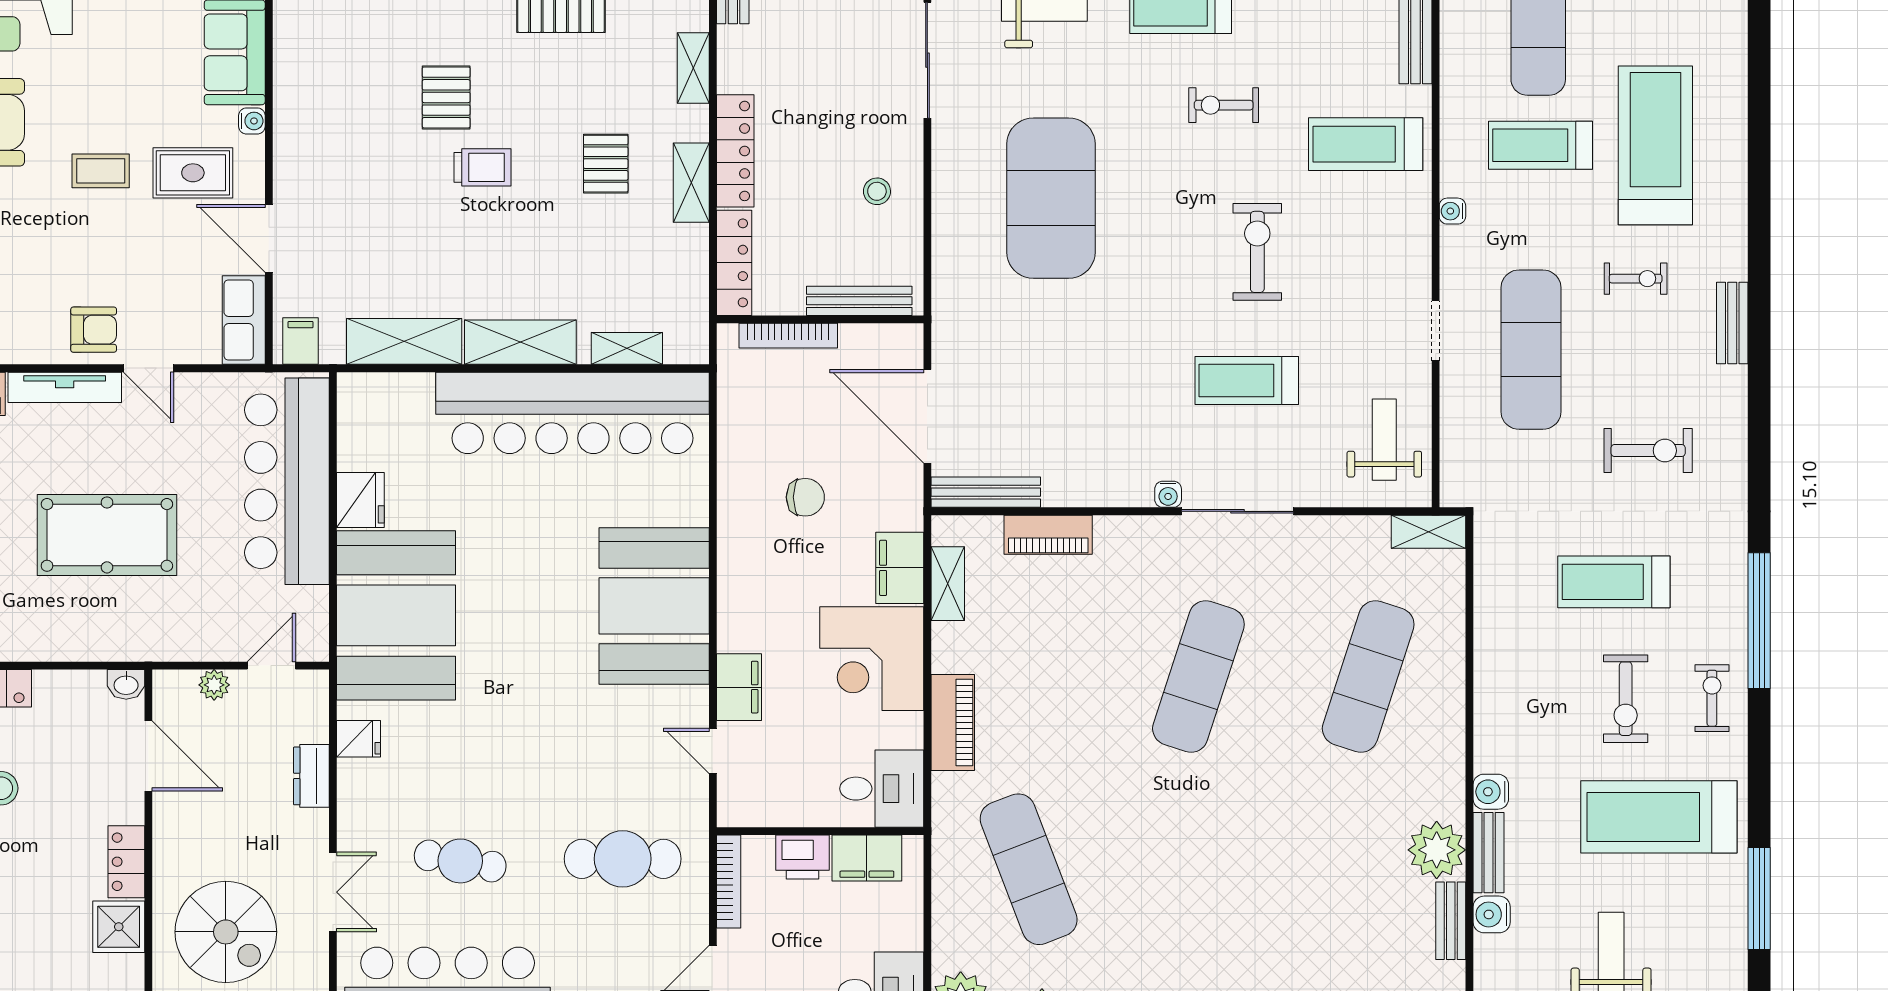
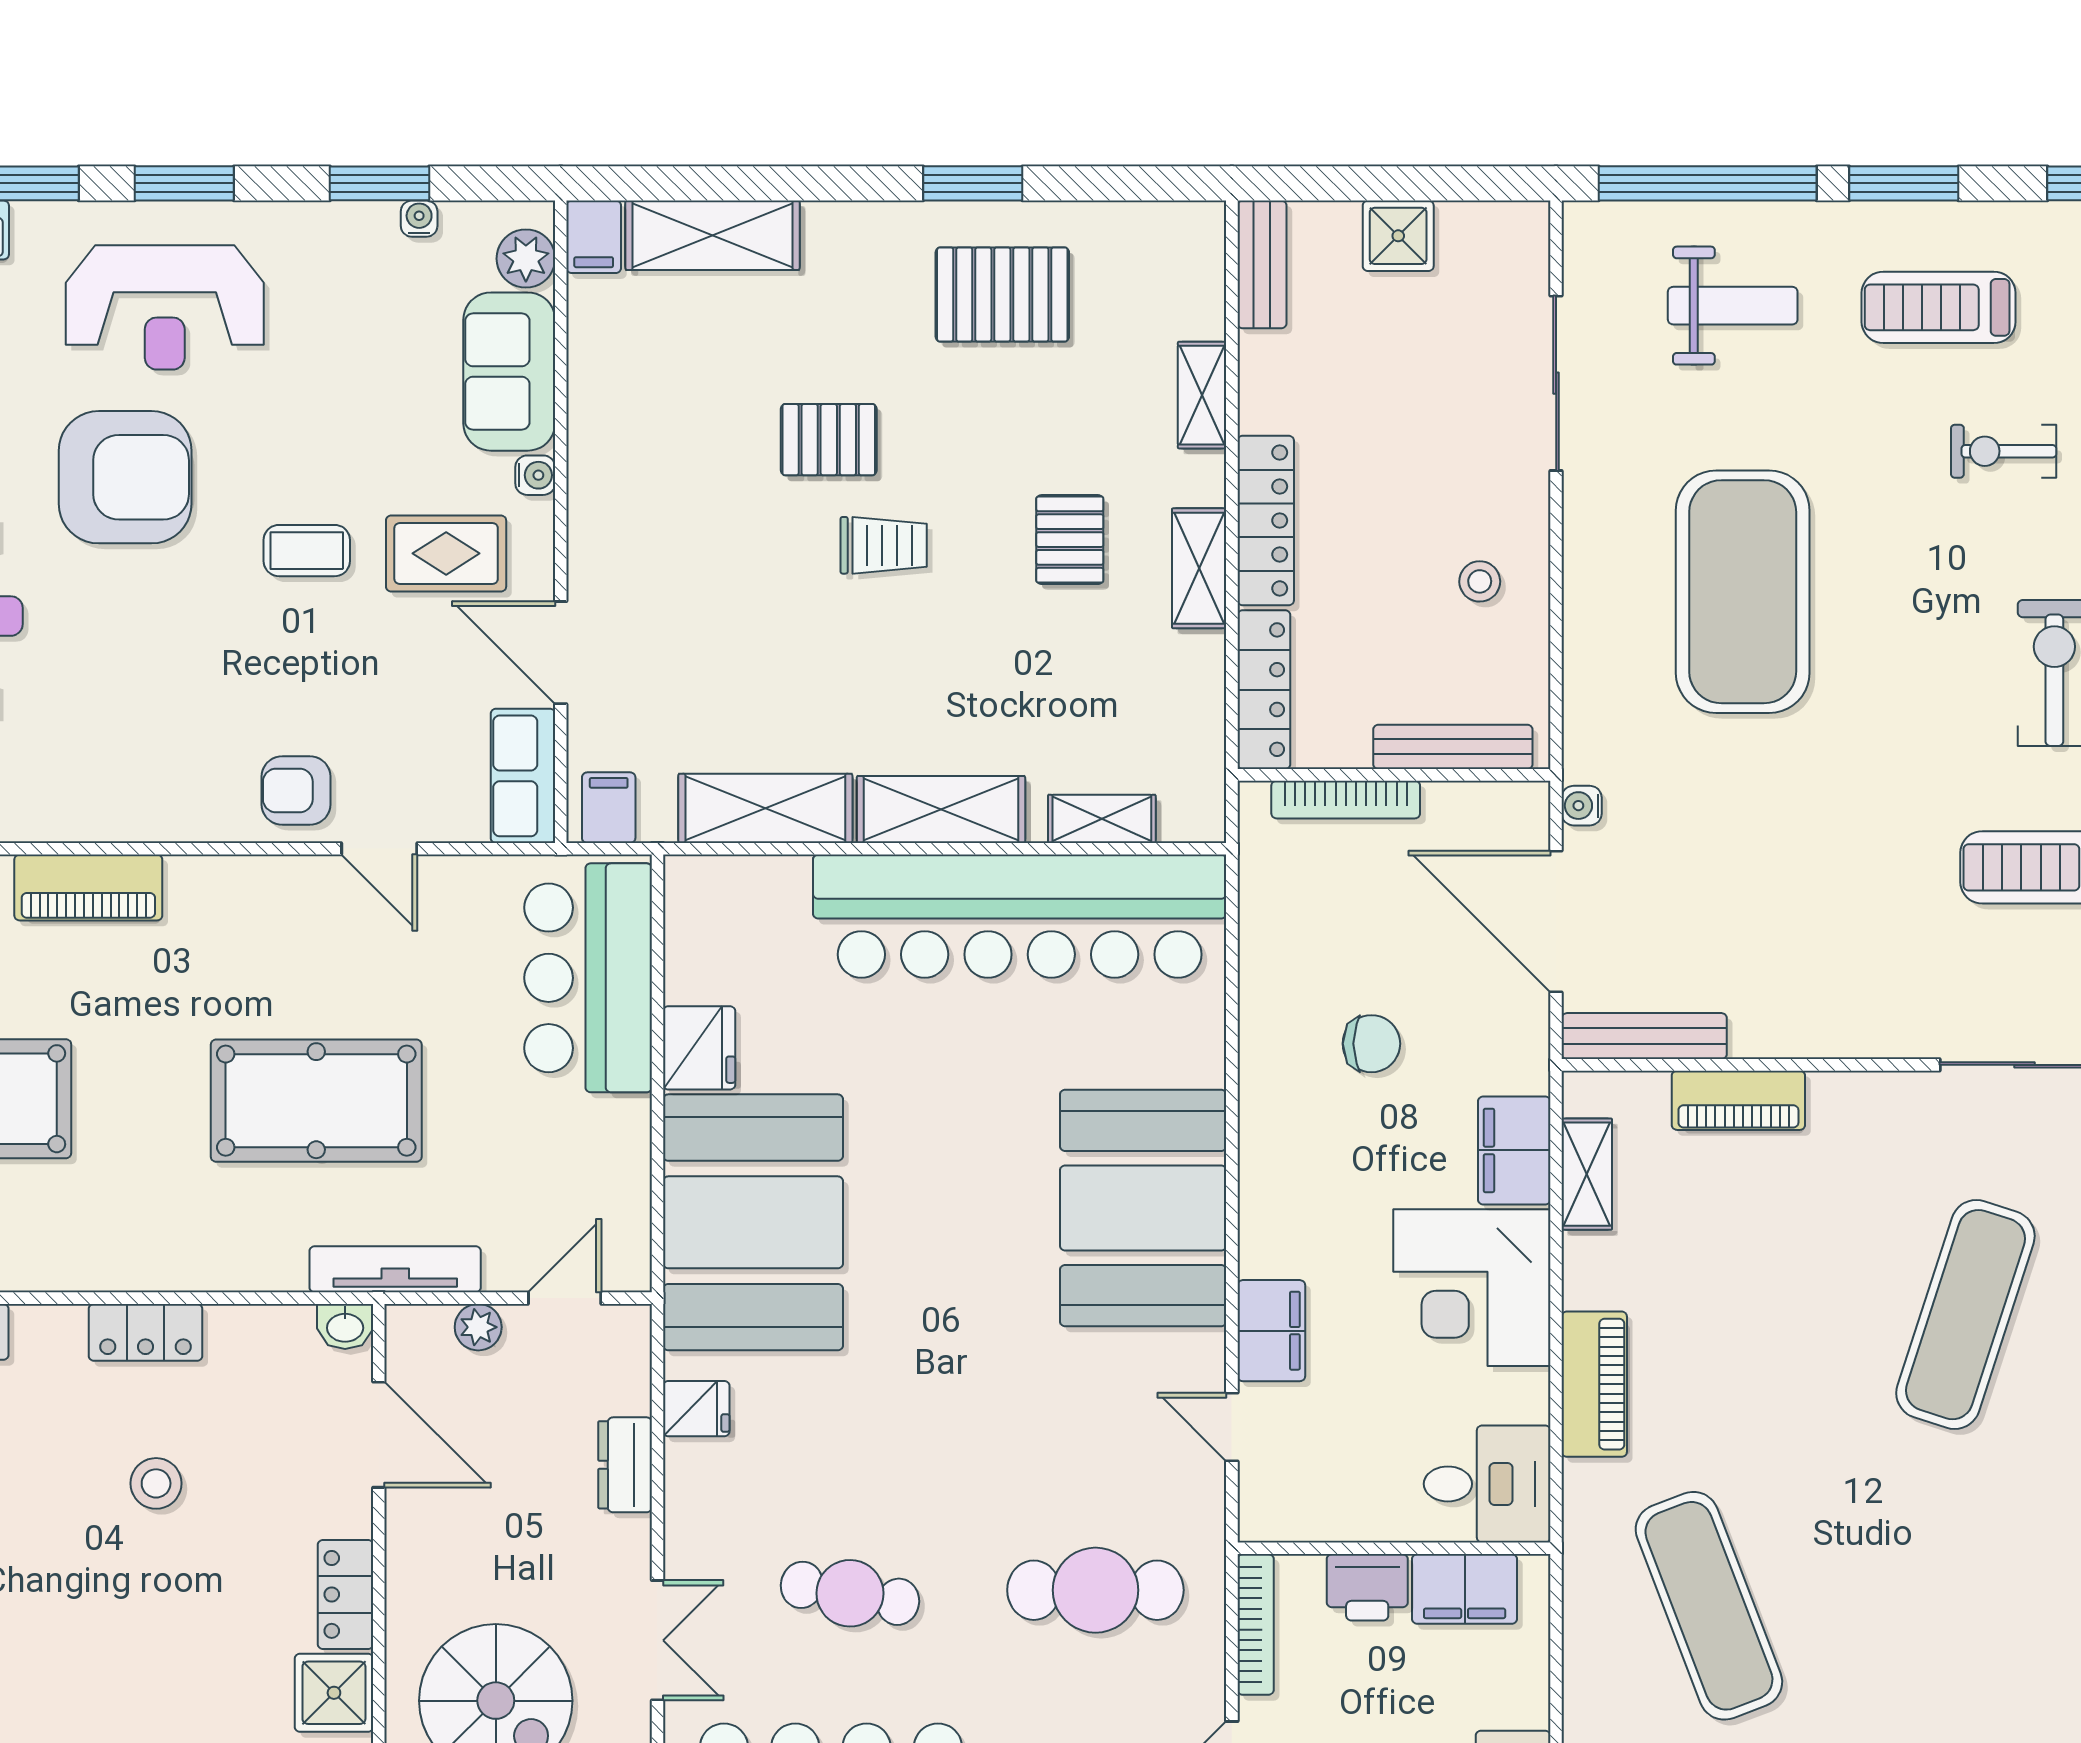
pallet: (446, 97) -> (829, 440), turned 90
armchair: (94, 330) -> (296, 790), turned 180
tv unit: (65, 387) -> (395, 1269), moved, turned 180
bar counter: (287, 481) -> (588, 978), width x0.73
water cooler: (1168, 494) -> (1582, 806), moved, turned 90

